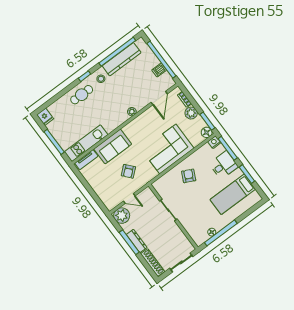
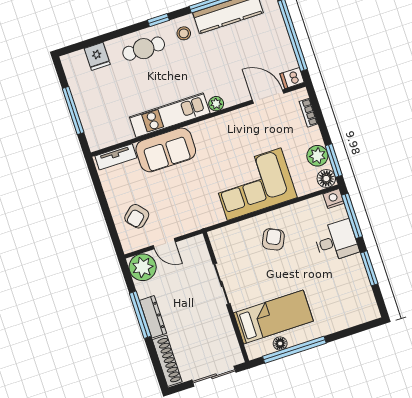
dishwasher: (159, 70) -> (292, 78), moved
door: (159, 98) -> (268, 97), swing flipped
plant: (191, 113) -> (317, 156), moved
fridge: (45, 117) -> (97, 56), moved
kitchen unit: (86, 143) -> (170, 115), moved
armchair: (128, 171) -> (137, 216), moved
bed: (233, 194) -> (273, 317), moved, turned 180

